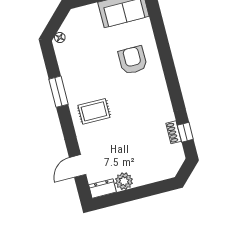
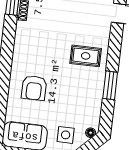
side table: (84, 26) -> (66, 135), added

